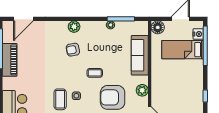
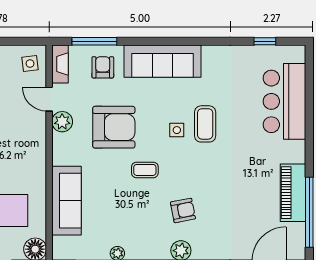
plant: (142, 90) -> (62, 122), moved

